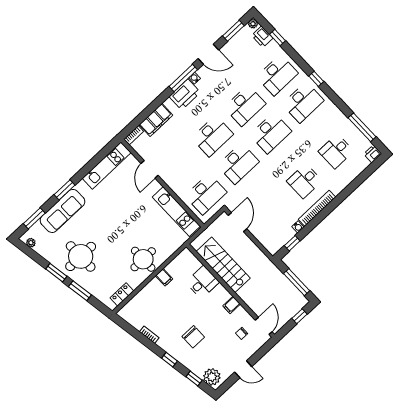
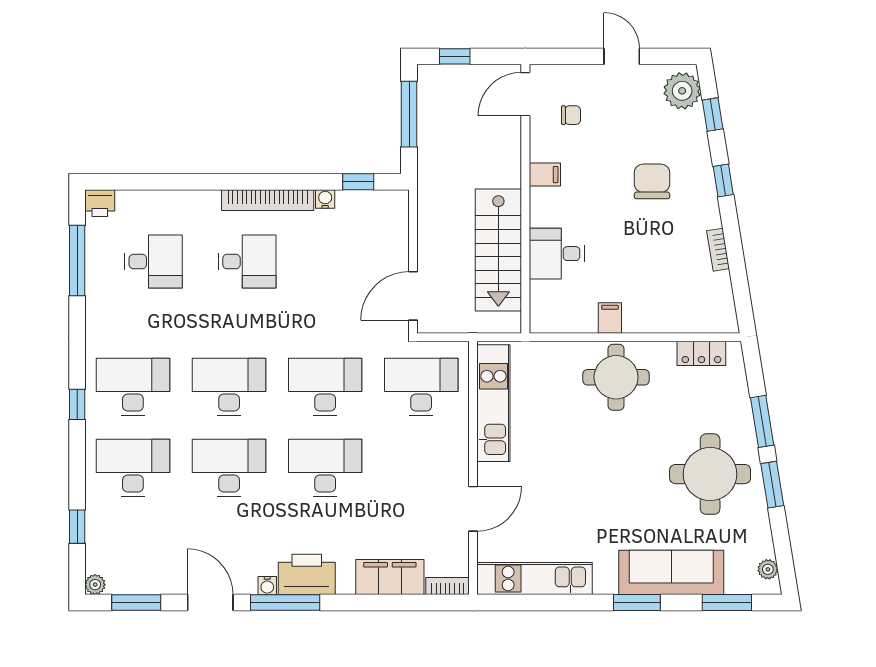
printer: (262, 37) -> (100, 550), removed

